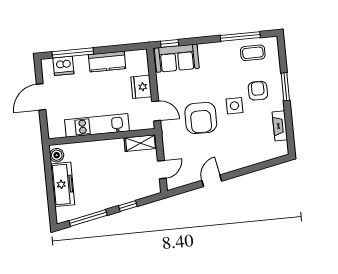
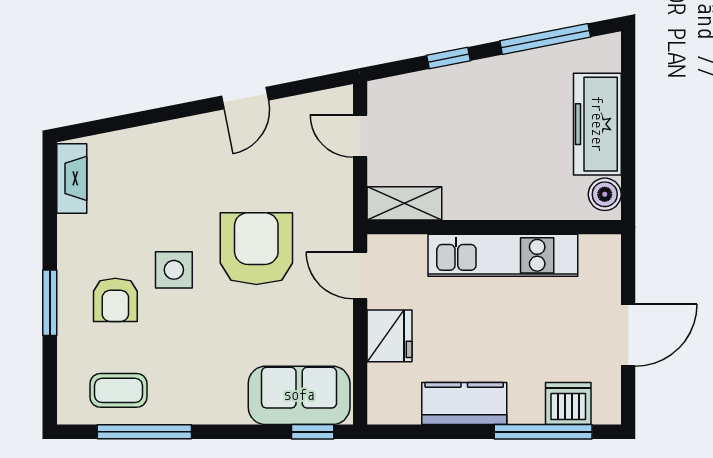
fireplace: (280, 126) -> (72, 178), moved
door: (162, 170) -> (360, 136), hinge flipped

